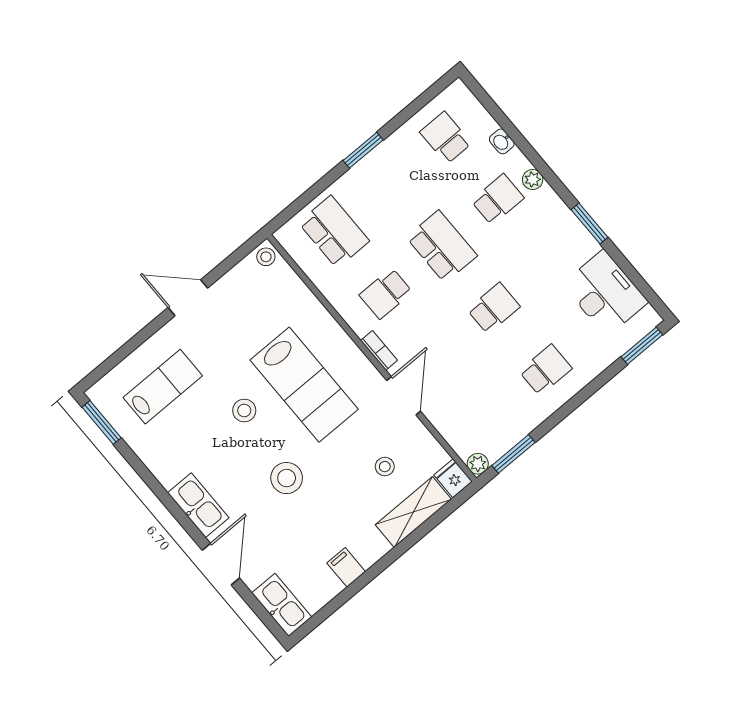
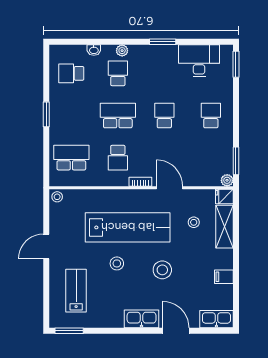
lab bench: (304, 385) -> (128, 227), width x1.36

